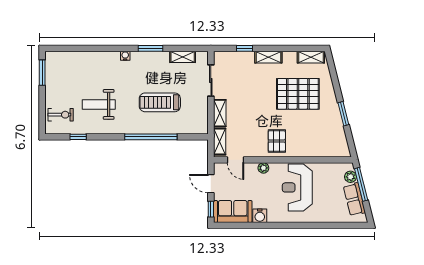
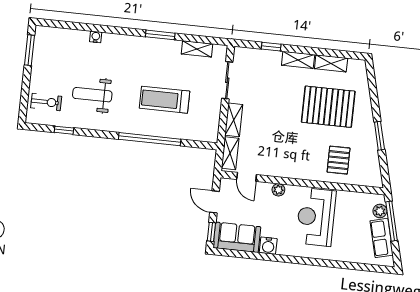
water cooler: (125, 56) -> (96, 37), moved
shelving: (311, 57) -> (331, 63), moved
pallet: (277, 141) -> (339, 160), moved

